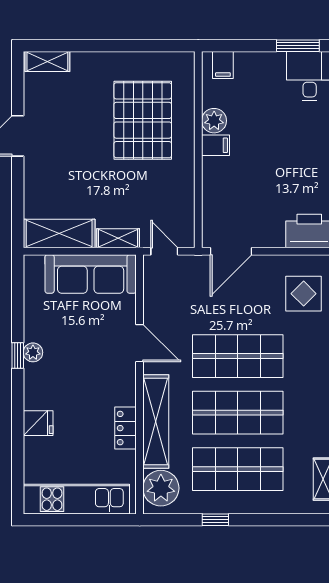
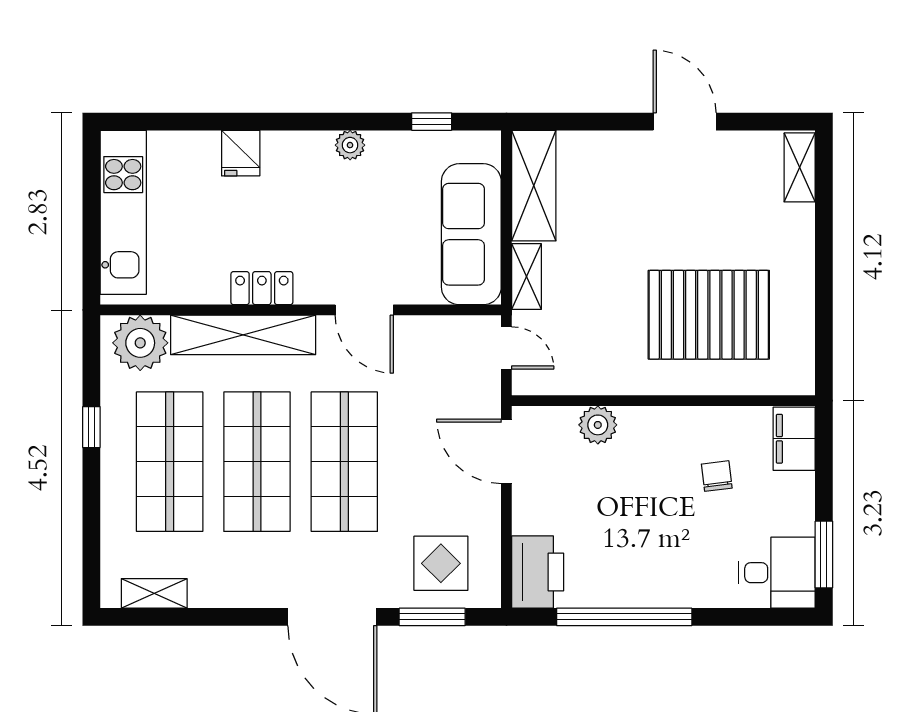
filing cabinet: (223, 65) -> (794, 439), width x2.00
chair: (247, 115) -> (717, 476), added
plant: (214, 121) -> (598, 425), moved
filing cabinet: (216, 145) -> (670, 427), removed
door: (164, 251) -> (506, 348), hinge flipped
door: (140, 343) -> (364, 310), hinge flipped
window: (18, 356) -> (432, 122), moved
locker: (125, 428) -> (262, 288), moved

